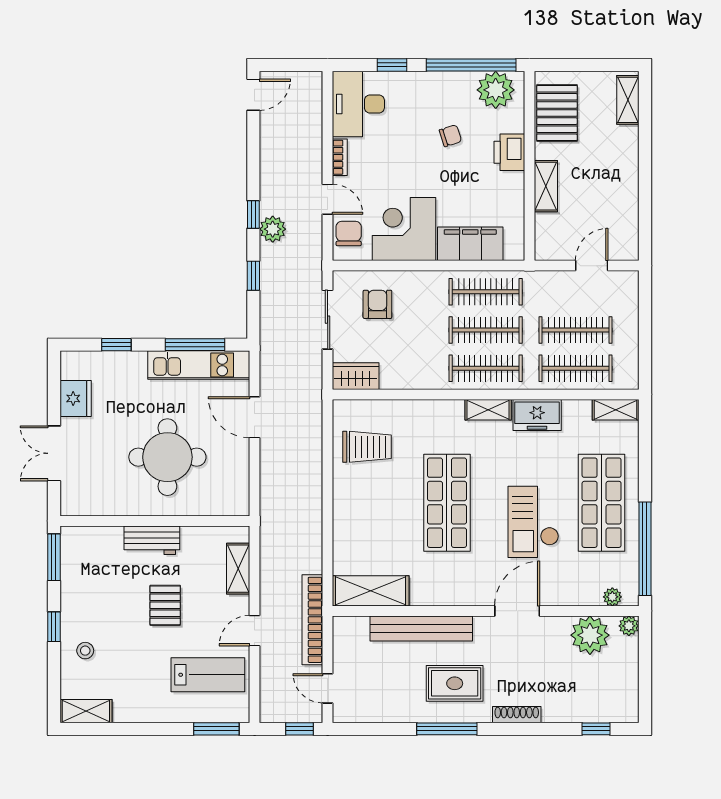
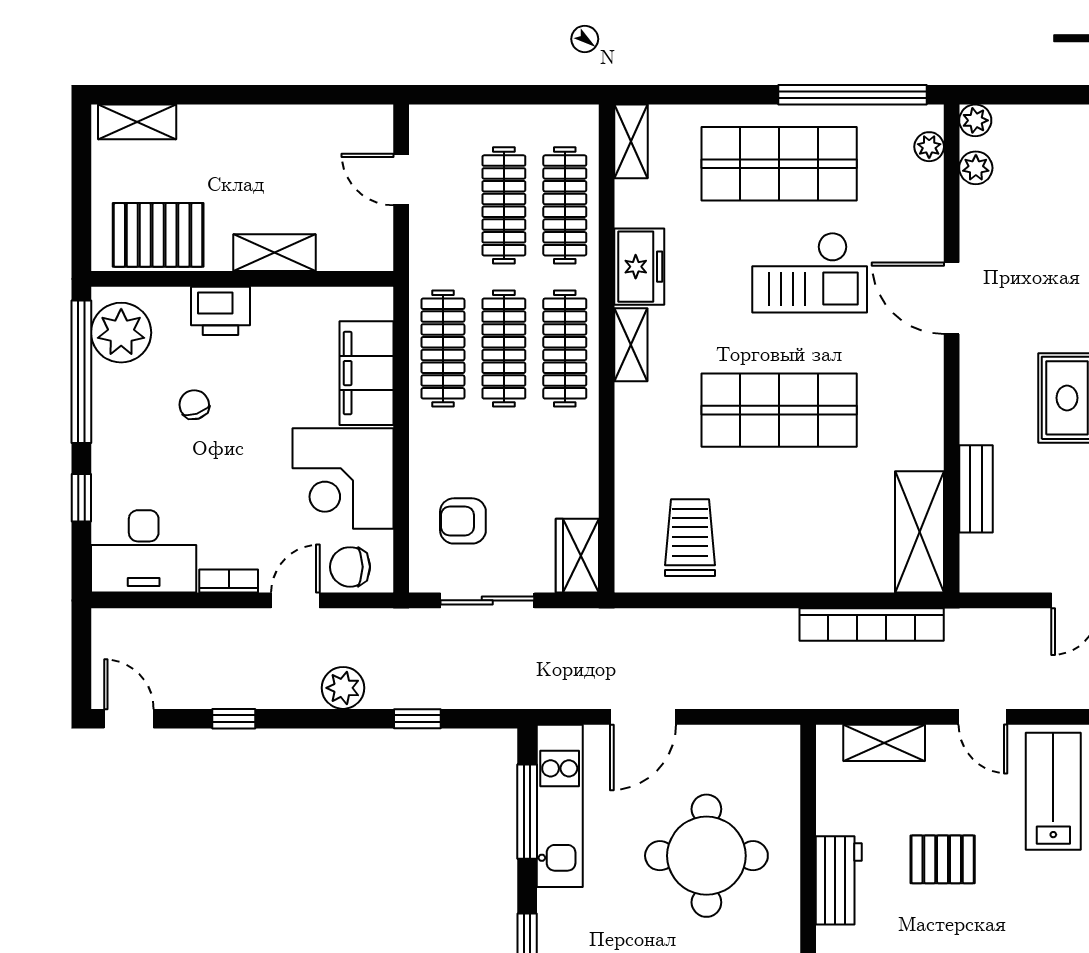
window: (253, 215) -> (234, 719), moved
bookcase: (312, 620) -> (872, 625), moved
bench: (421, 628) -> (976, 489), width x0.54, depth x0.82
plant: (590, 635) -> (976, 168), width x0.53, depth x0.53

